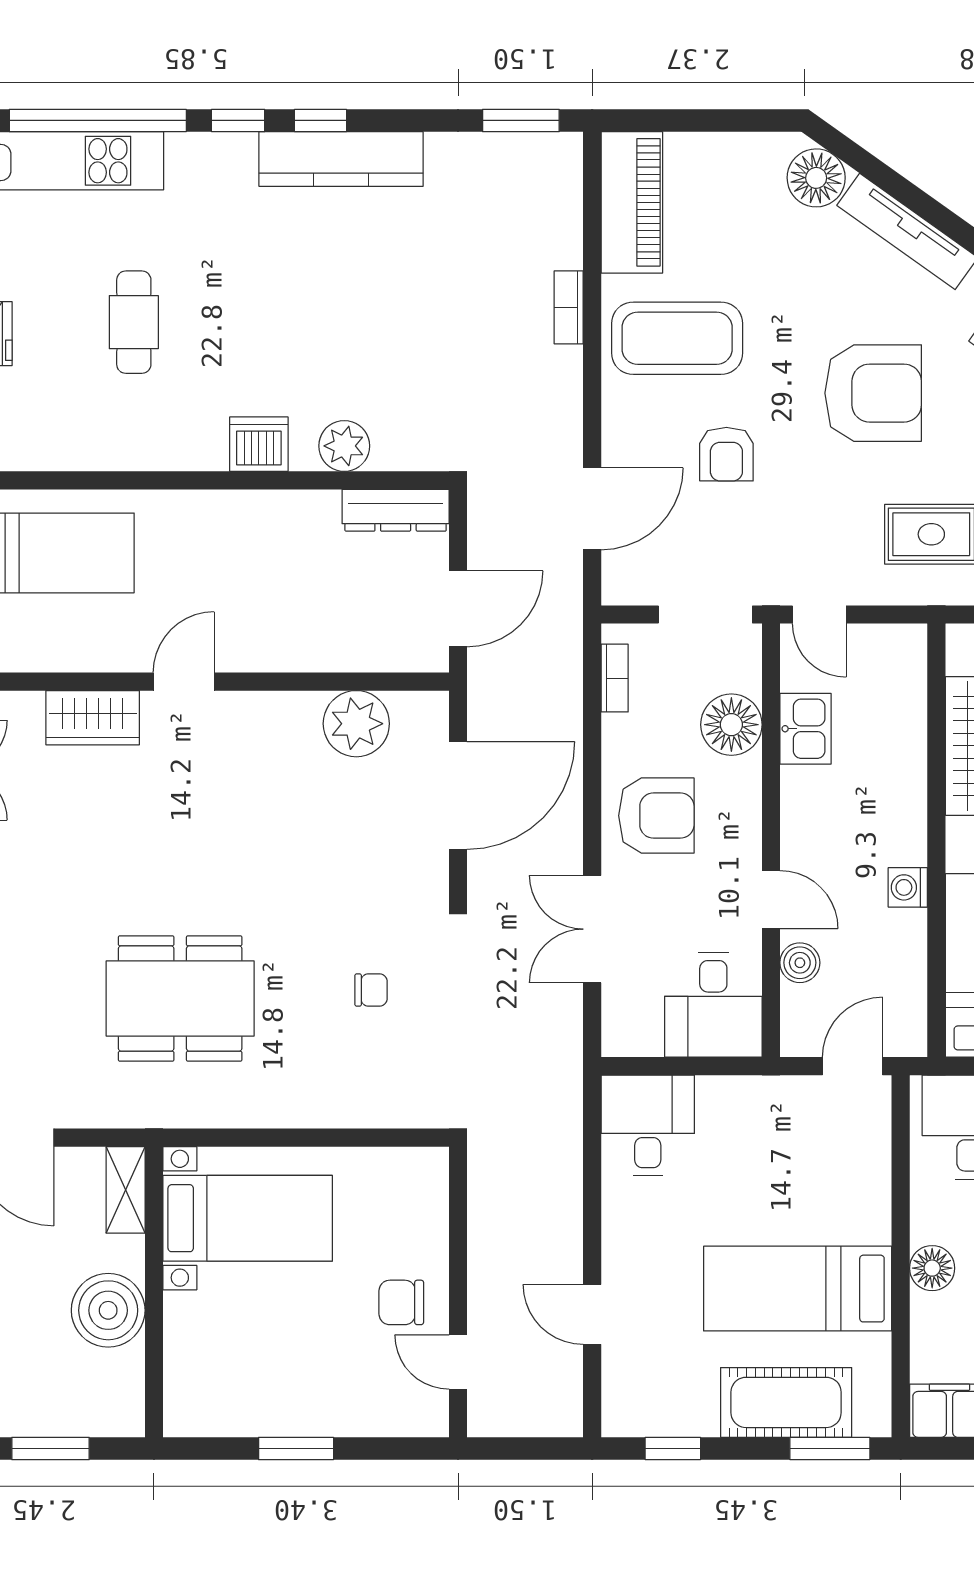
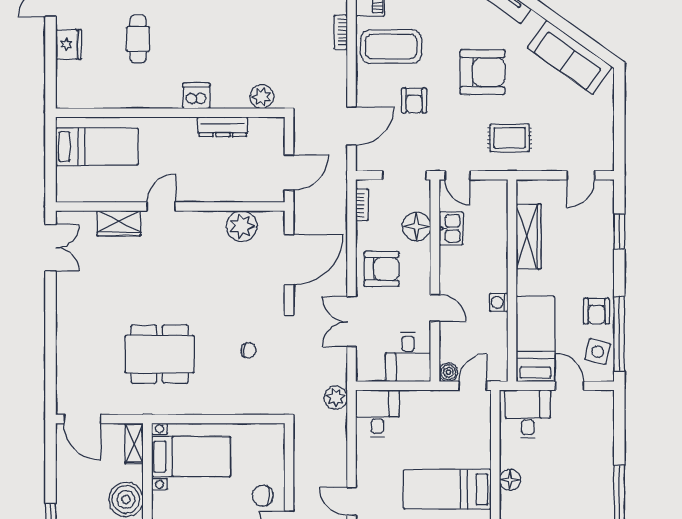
plant: (344, 446) -> (262, 97), moved
dresser: (396, 510) -> (223, 127), moved
boiler: (800, 963) -> (448, 372), moved
plant: (558, 1092) -> (336, 398), added

